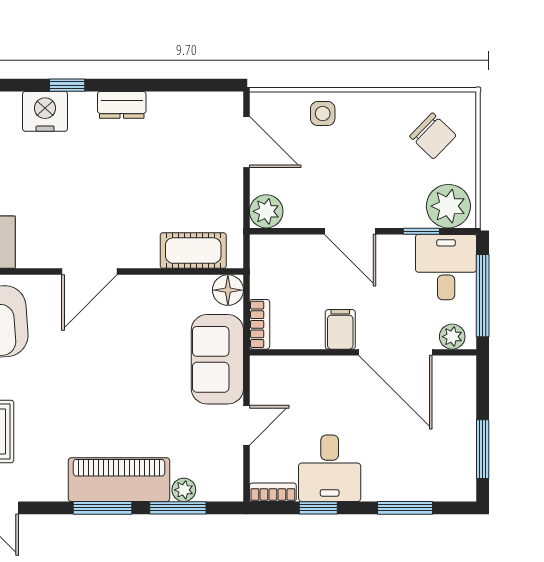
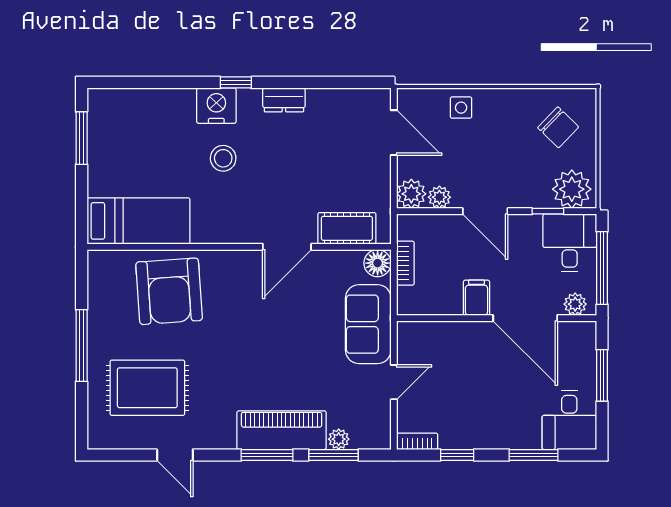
stool: (53, 171) -> (223, 158), added
plant: (298, 215) -> (439, 197), added
door: (89, 272) -> (287, 247), moved
bookcase: (260, 324) -> (405, 263), moved
window: (483, 449) -> (602, 375), moved
desk: (330, 468) -> (569, 420), moved

